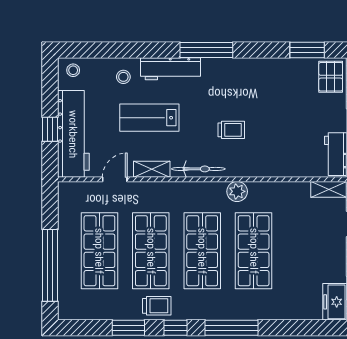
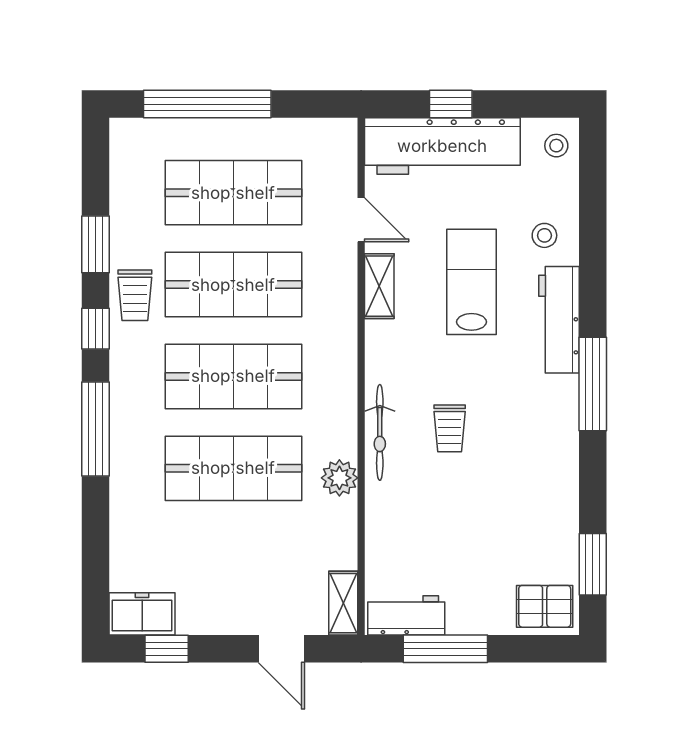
bicycle: (198, 169) -> (380, 432), moved
plant: (237, 191) -> (339, 478), moved

